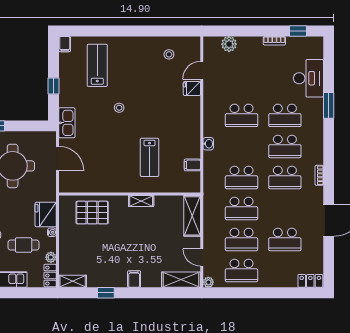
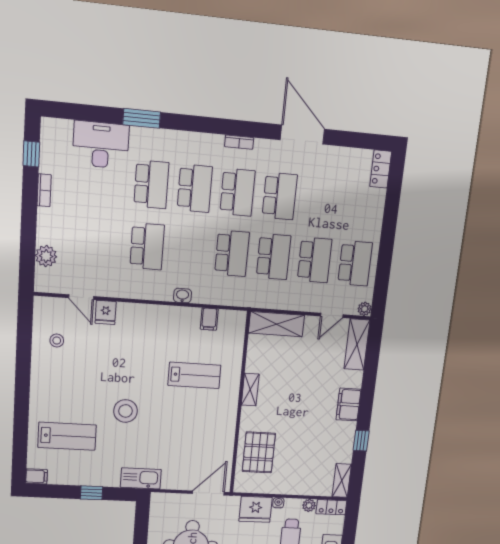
lab bench: (97, 65) -> (67, 436), turned 180
stool: (119, 108) -> (126, 411), width x1.89, depth x1.89
door: (57, 159) -> (208, 493), moved
school desk: (285, 239) -> (280, 196), moved
filing cabinet: (134, 279) -> (349, 405), width x2.00

